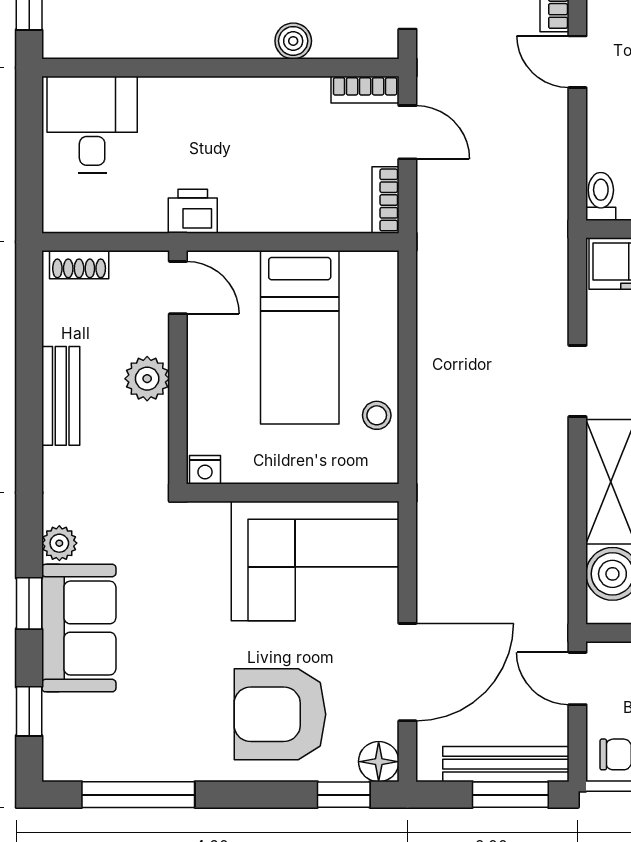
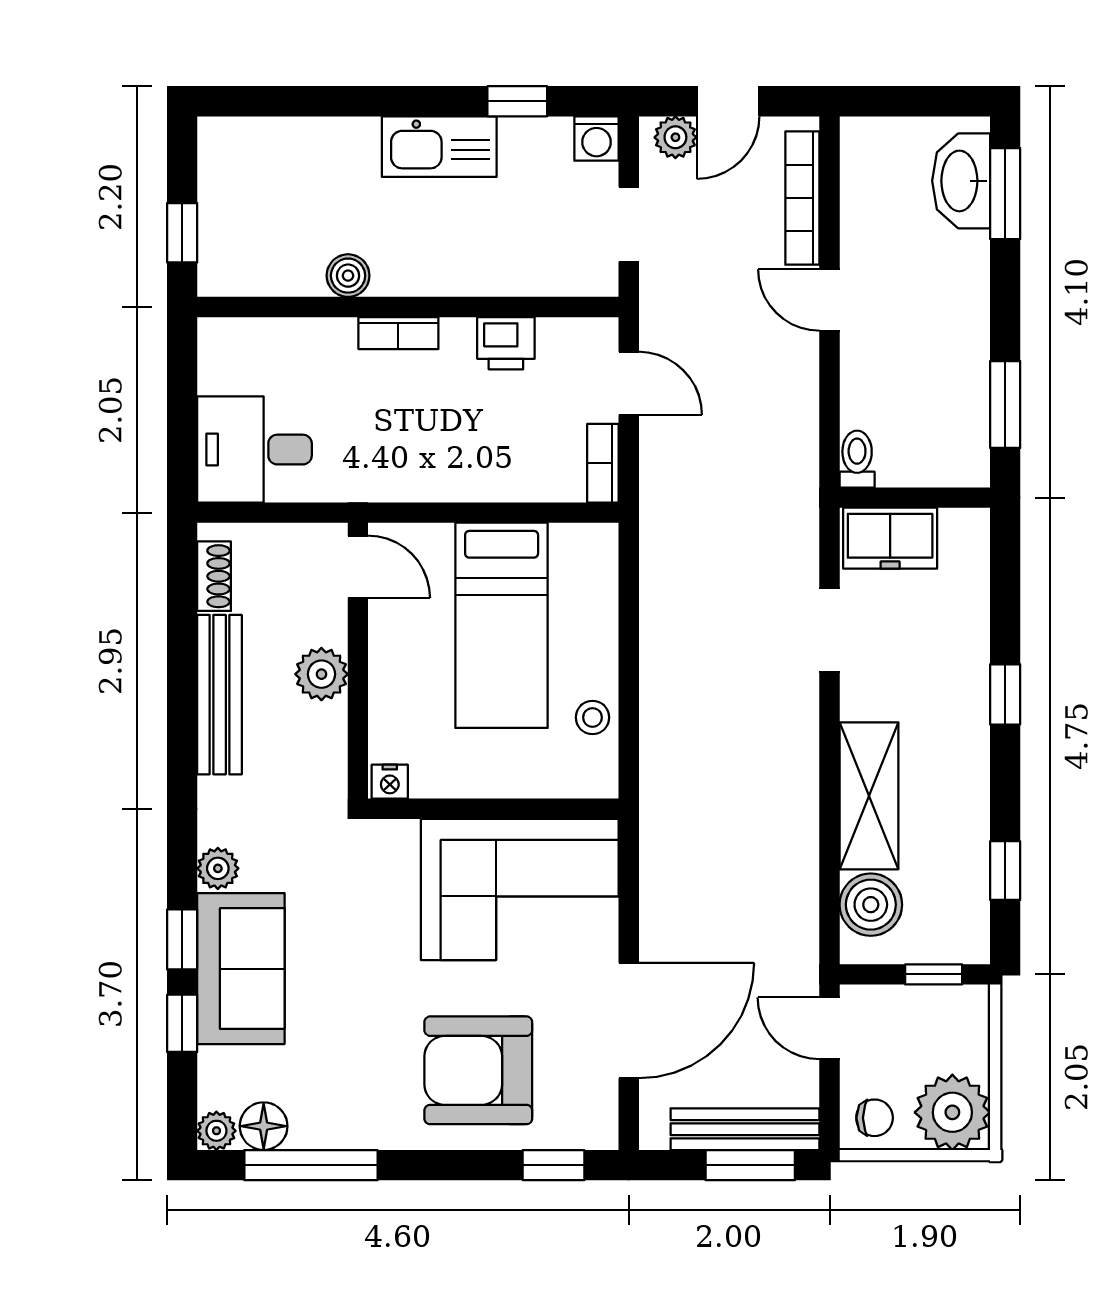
boiler: (293, 41) -> (348, 276), moved
bookcase: (365, 90) -> (398, 333), moved
desk: (92, 125) -> (255, 450), moved, turned -90
printer: (193, 211) -> (506, 343), moved, turned 180
shoe rack: (79, 265) -> (214, 576), moved, turned -90
doorway: (577, 381) -> (830, 630), moved
bench: (61, 396) -> (220, 695), width x1.36
window: (29, 711) -> (182, 1023), moved
floor lamp: (379, 762) -> (264, 1126), moved
plant: (58, 765) -> (216, 1131), added

